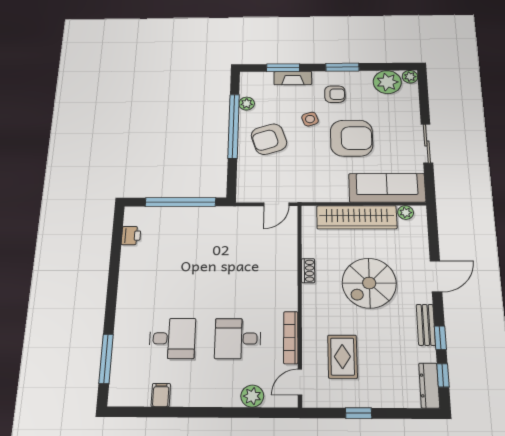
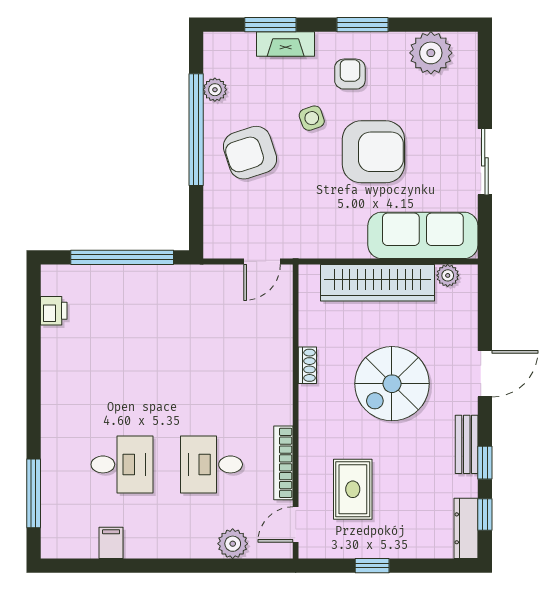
plant: (410, 77) -> (466, 43), removed
armchair: (335, 94) -> (350, 74), turned -90

